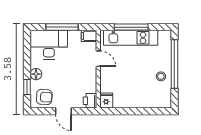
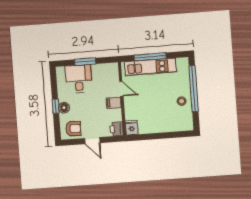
window: (62, 27) -> (85, 62), width x0.69
filing cabinet: (89, 36) -> (114, 103), moved
desk: (49, 45) -> (79, 79), width x0.73
window: (27, 87) -> (55, 106), moved

